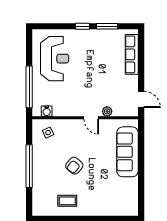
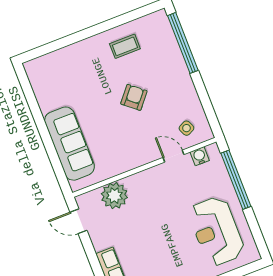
plant: (107, 111) -> (114, 196), width x1.87, depth x1.87
door: (91, 118) -> (173, 156), moved
window: (29, 166) -> (183, 43), moved

